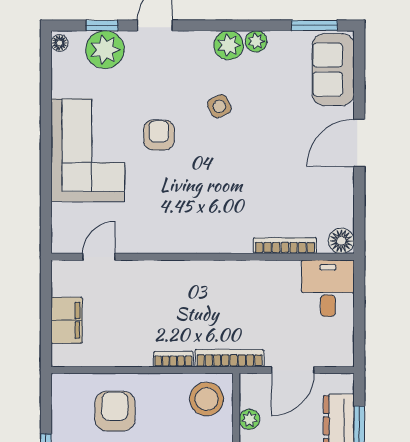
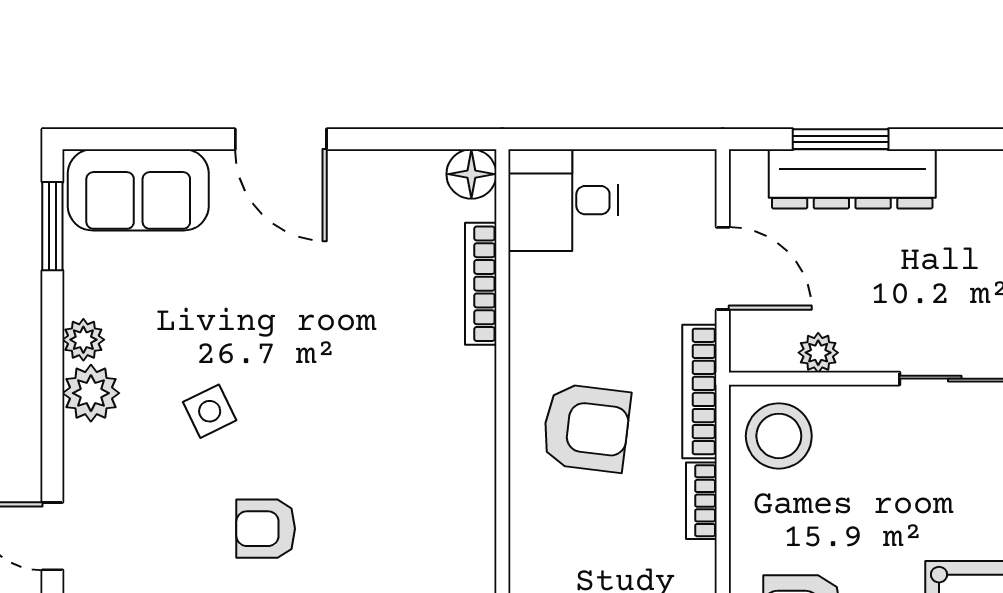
armchair: (211, 300) -> (586, 428), added

